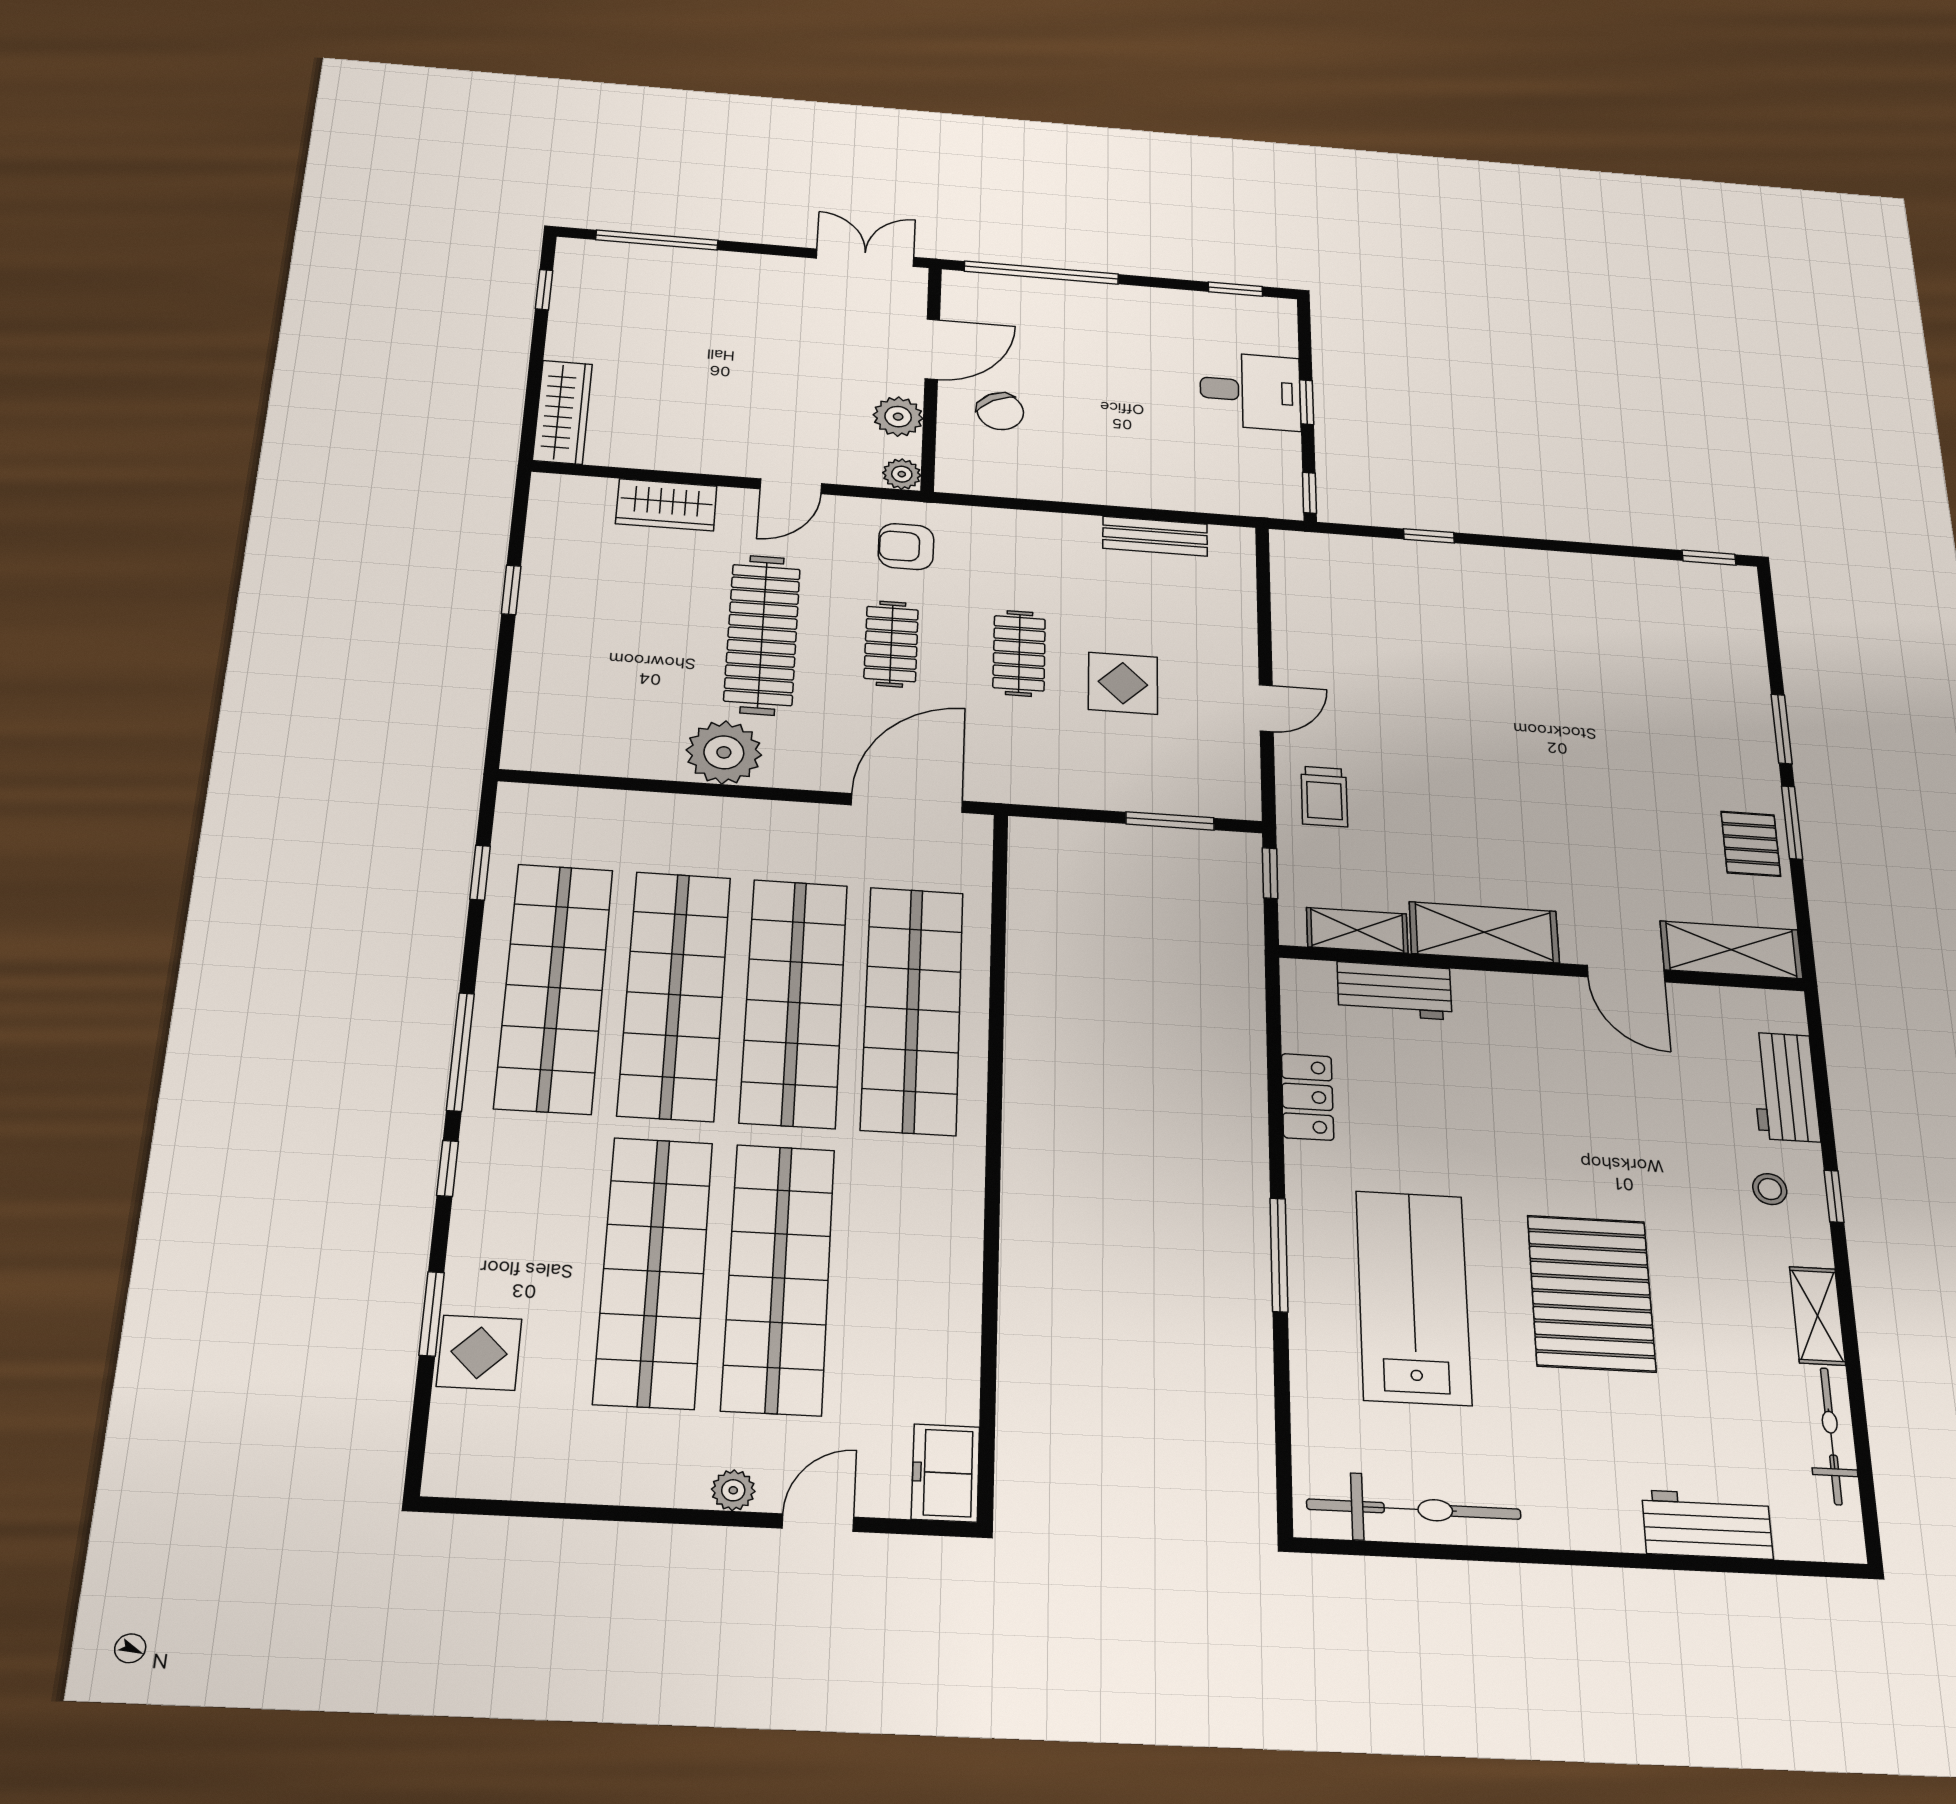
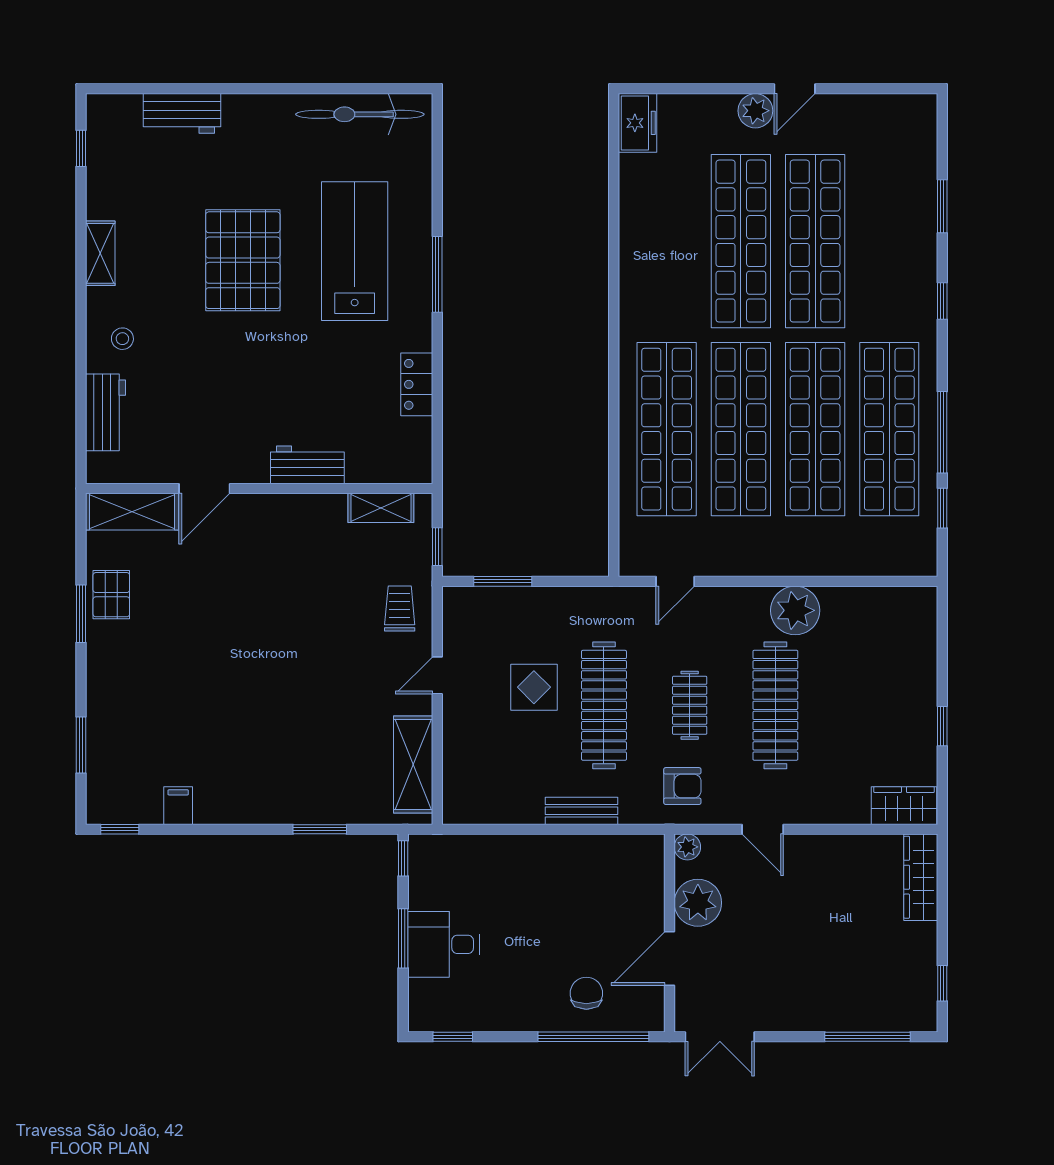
window: (1307, 402) -> (403, 938), width x1.50
chair: (1000, 411) -> (586, 993), moved, turned 30
plant: (898, 417) -> (698, 903), width x1.36, depth x1.36
door: (791, 486) -> (763, 829), swing flipped
wardrobe: (666, 505) -> (904, 806), moved
bench: (1155, 536) -> (582, 811), moved
window: (1429, 536) -> (320, 829), width x1.50
filing cabinet: (1630, 579) -> (178, 806), added
clothes rail: (1019, 653) -> (604, 705), width x1.86, depth x1.31
window: (1782, 729) -> (81, 745), moved
door: (907, 803) -> (675, 581), width x0.53
shelving: (1484, 932) -> (413, 764), moved, turned 90
door: (1626, 974) -> (204, 488), swing flipped
workbench: (1395, 991) -> (307, 465), moved
window: (460, 1052) -> (942, 432), moved
window: (1834, 1196) -> (81, 148), moved
lab bench: (1413, 1297) -> (355, 251), turned 180
display table: (479, 1353) -> (912, 183), removed
bicycle: (1831, 1436) -> (100, 174), removed
plant: (733, 1490) -> (755, 111), width x1.38, depth x1.38
door: (818, 1523) -> (795, 89), moved

